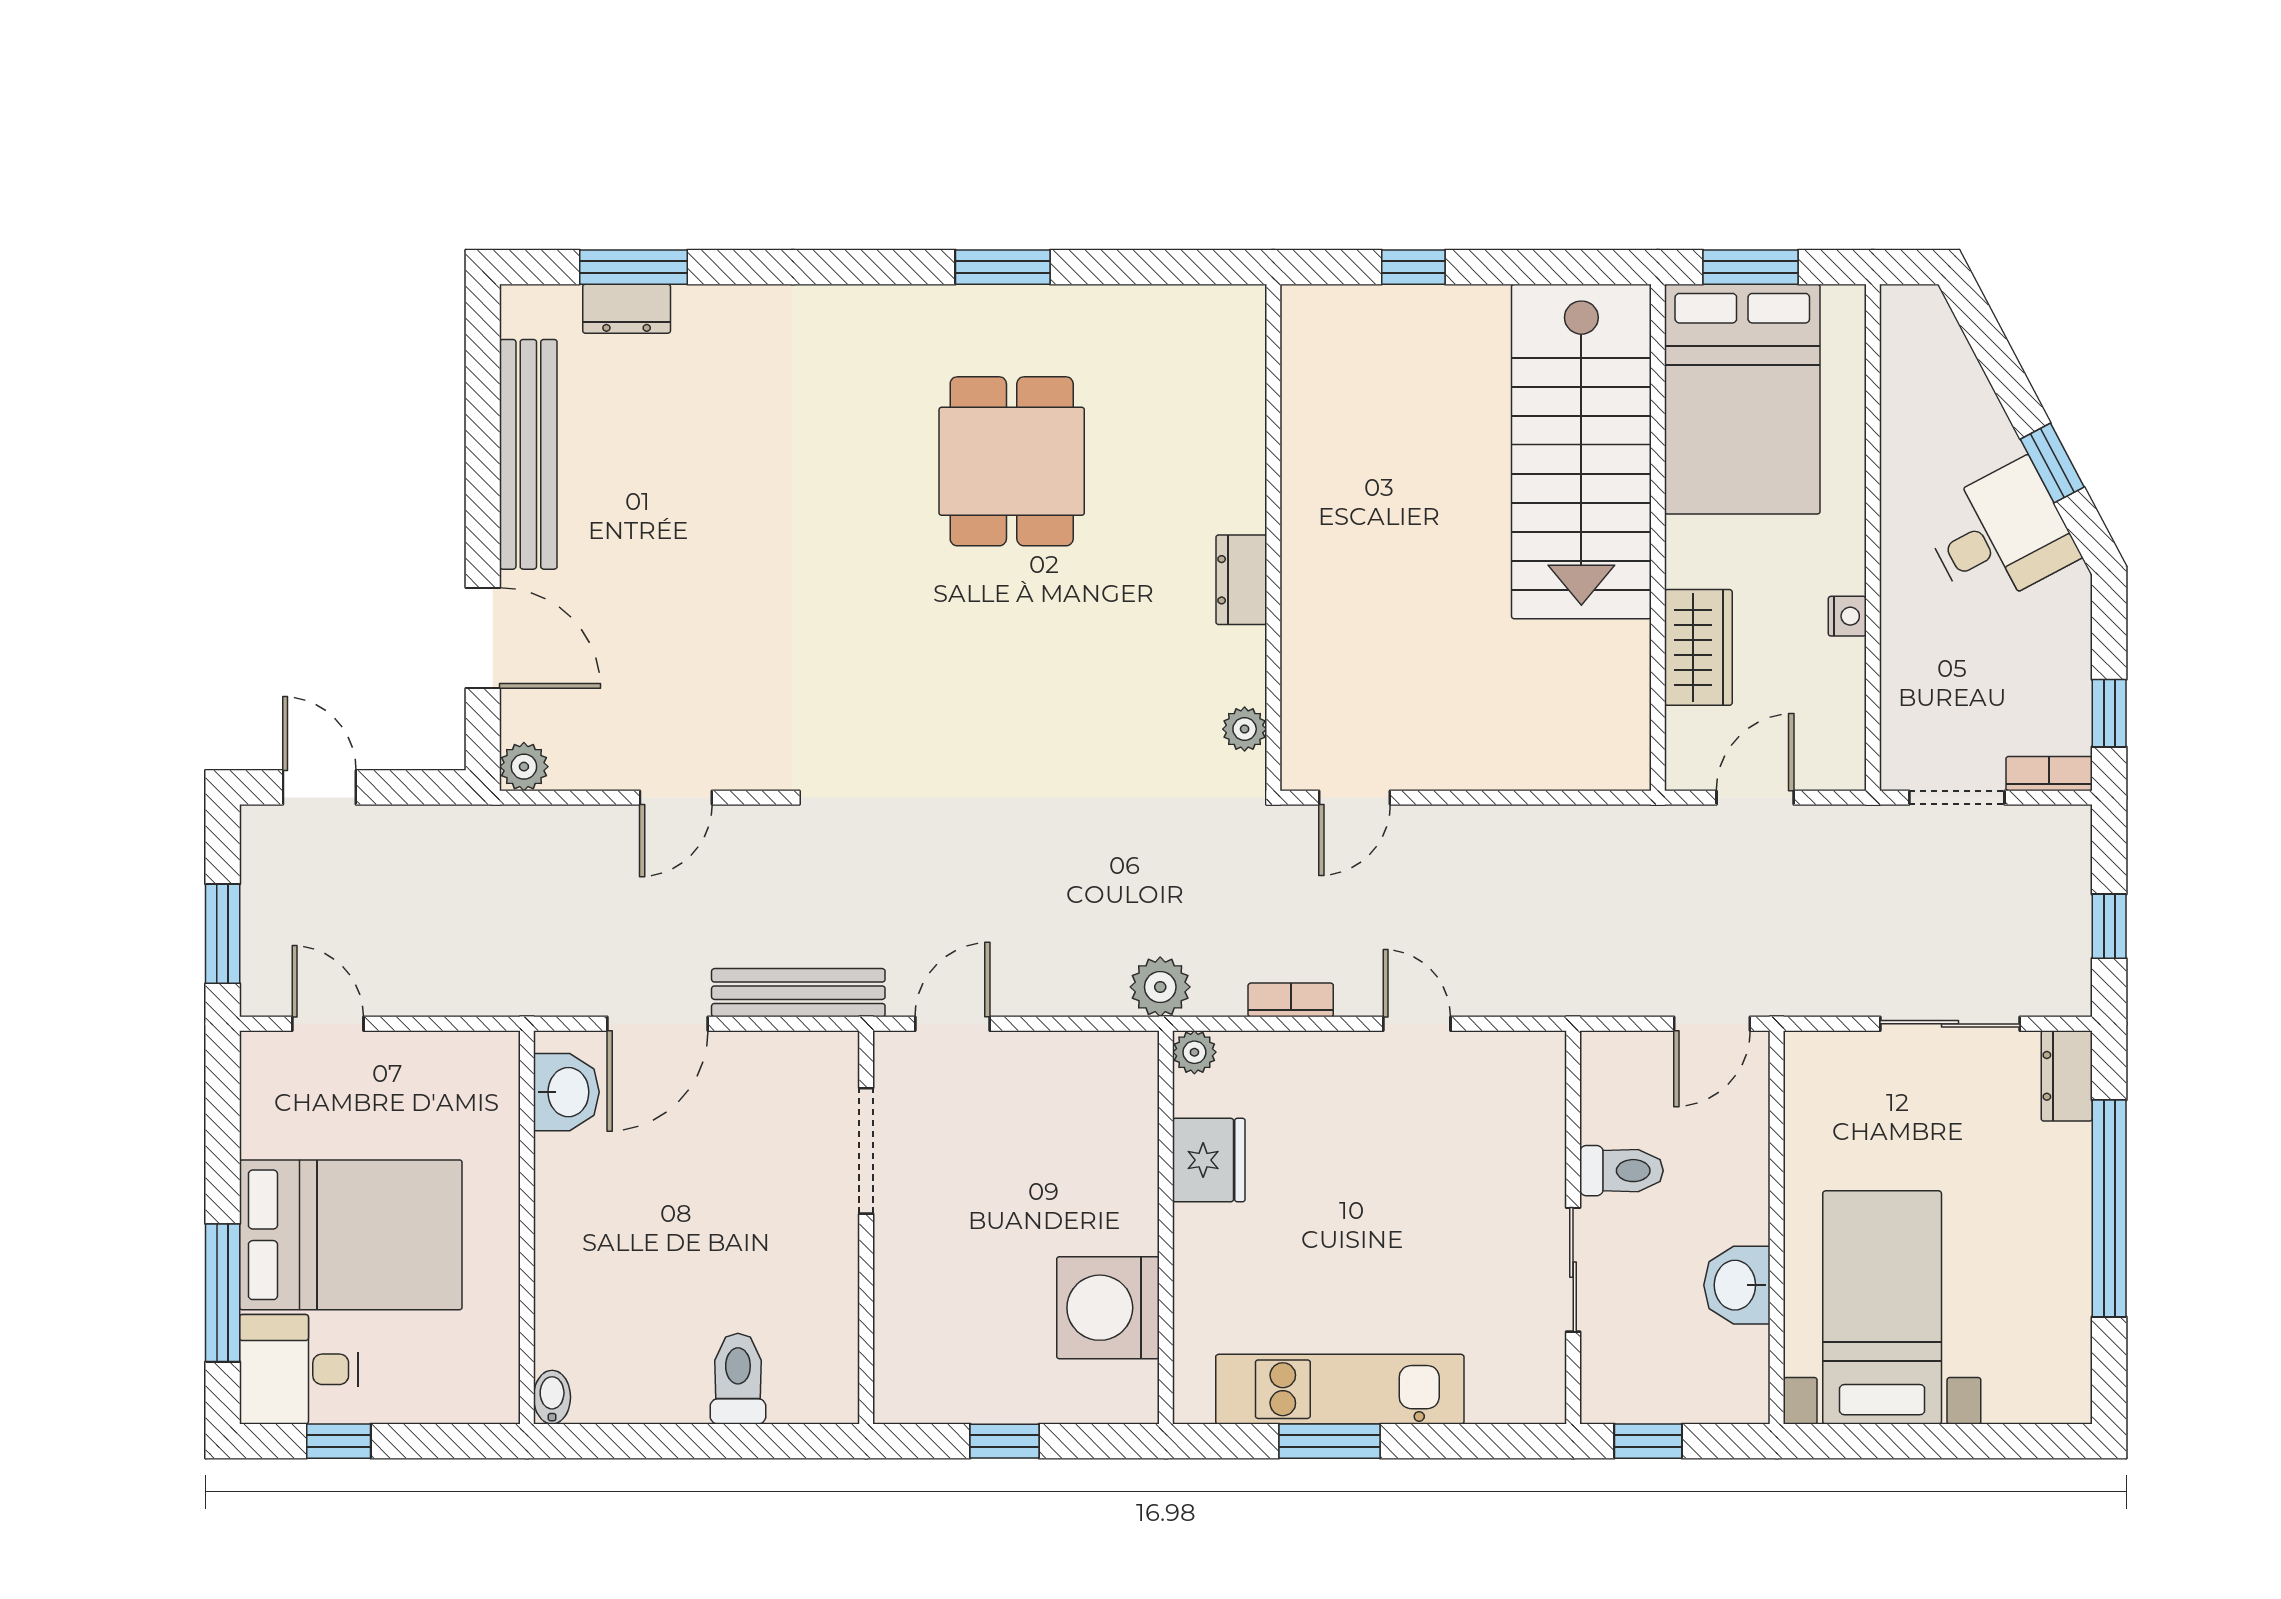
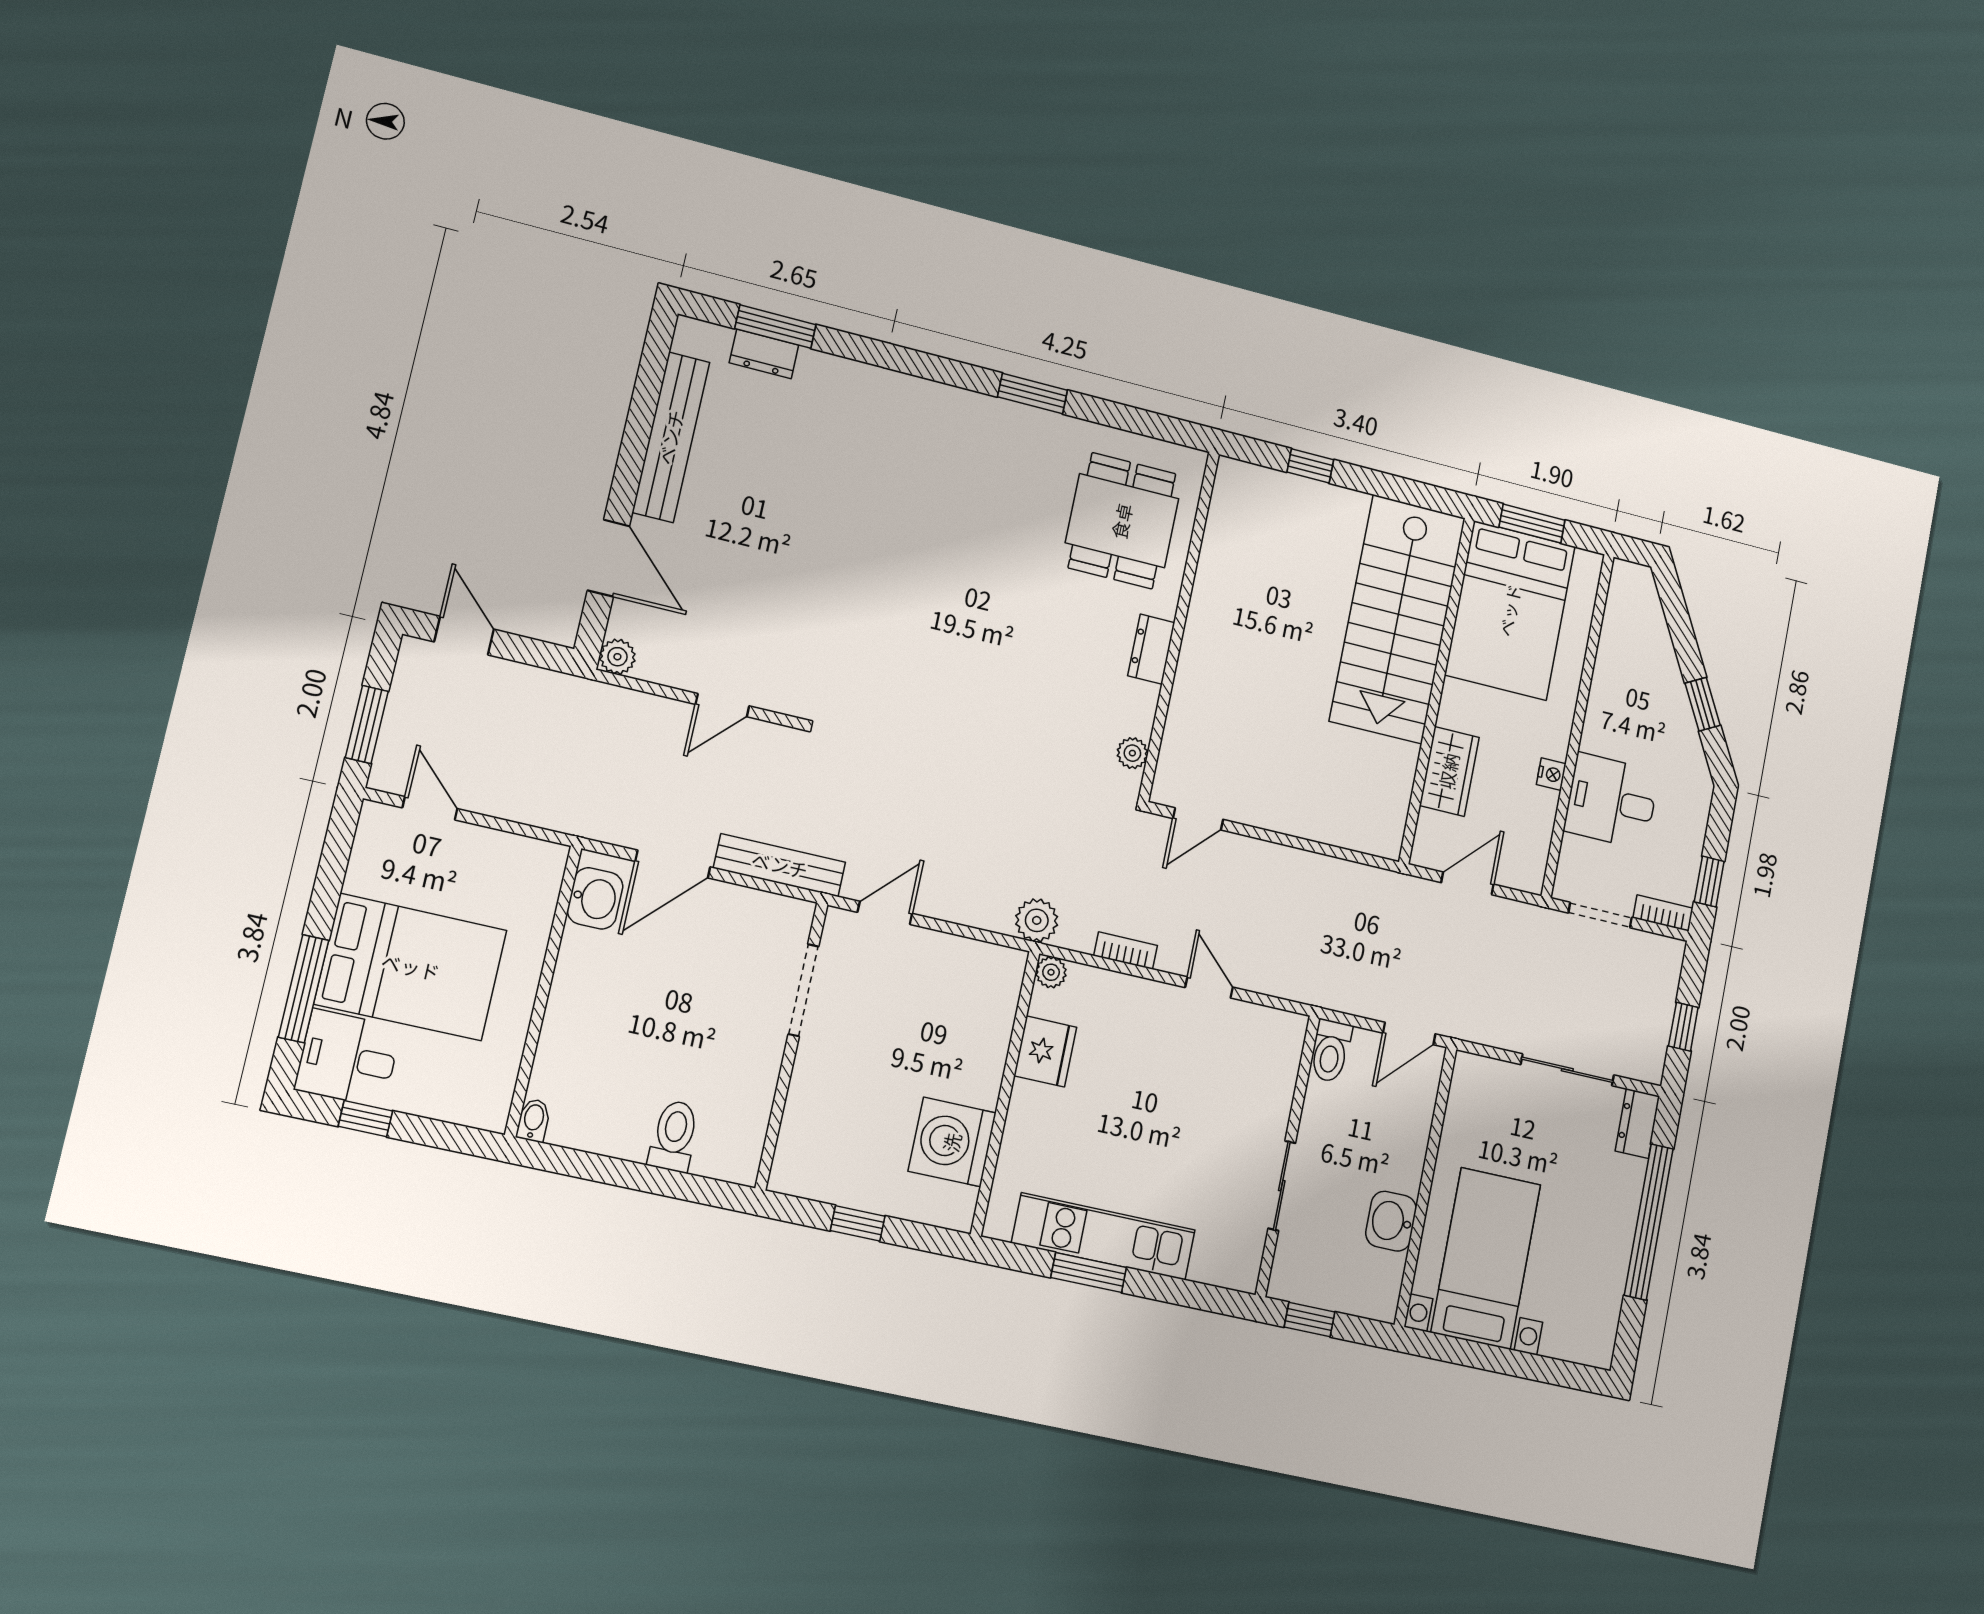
dining table: (1012, 461) -> (1122, 521), moved
desk: (2000, 535) -> (1611, 801), moved, turned -152
toilet: (1622, 1171) -> (1331, 1051), moved, turned 90

